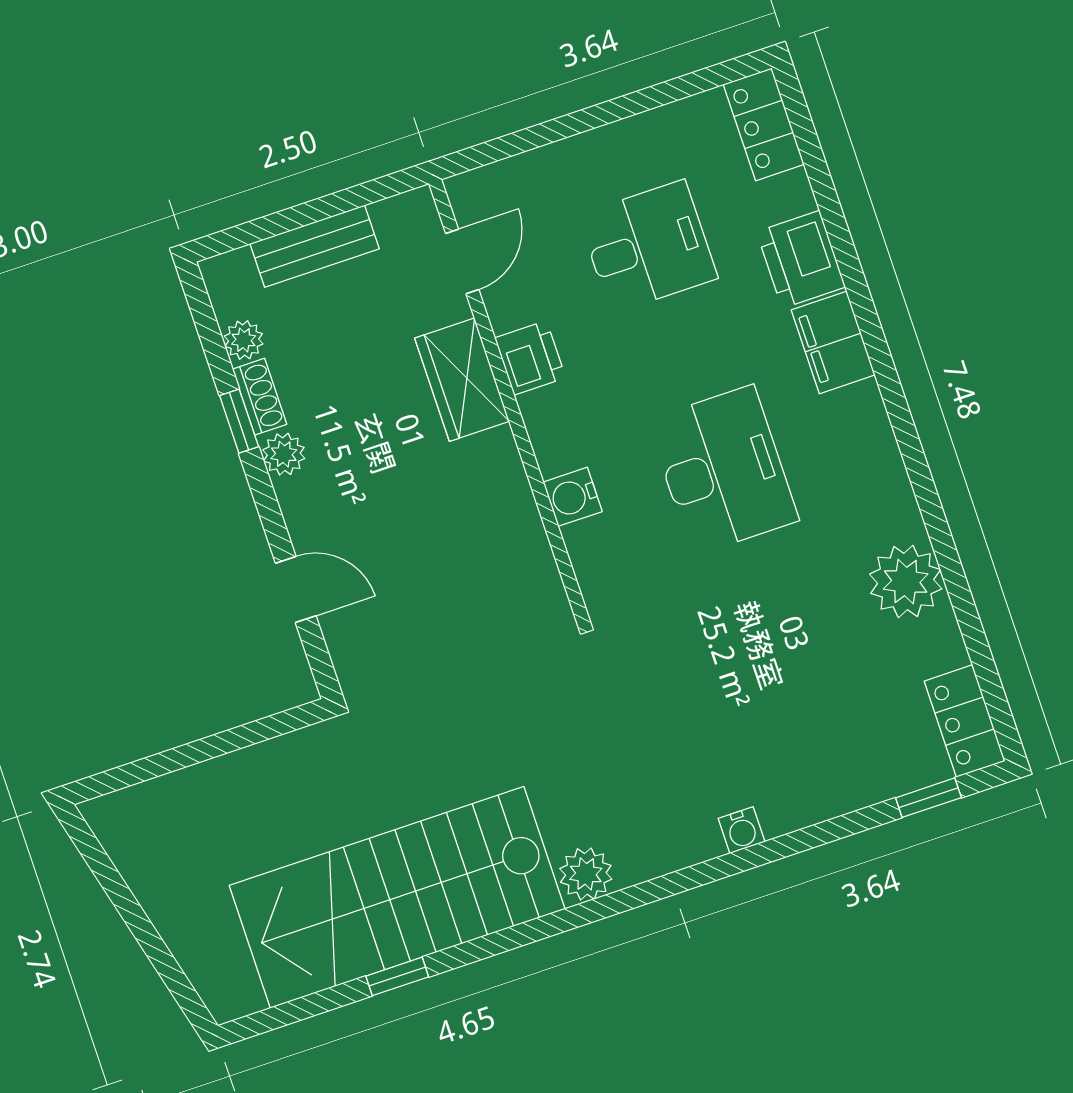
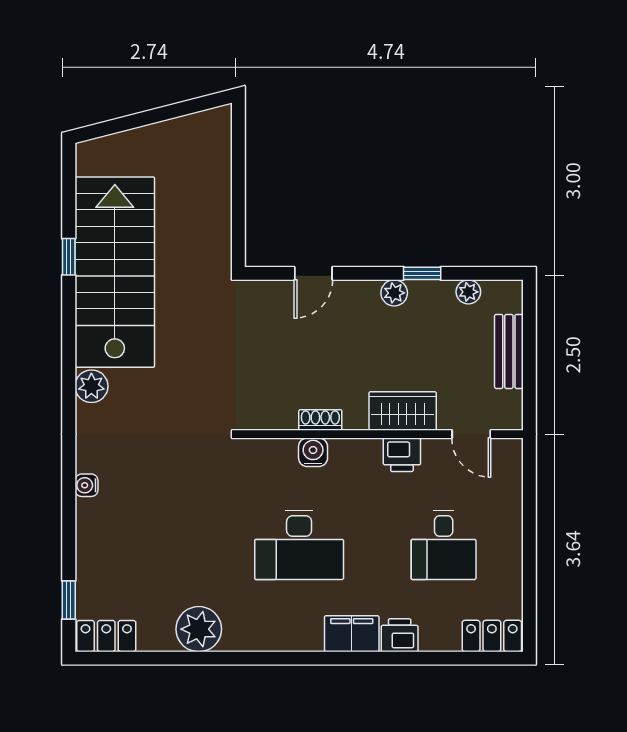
printer: (801, 259) -> (400, 635), width x0.73, depth x0.81
shoe rack: (260, 397) -> (320, 420), moved, turned 180

